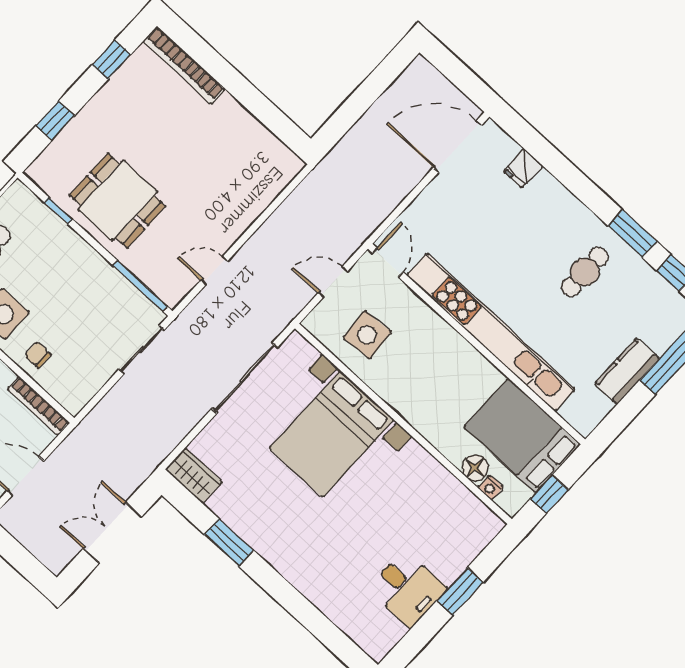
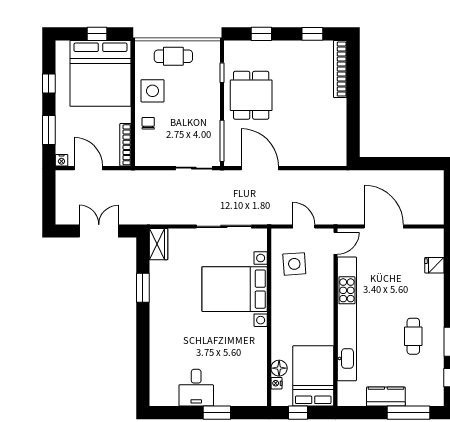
door: (458, 146) -> (384, 226), moved
door: (214, 271) -> (260, 168), width x1.87
cafe table: (585, 272) -> (413, 336), turned 90

